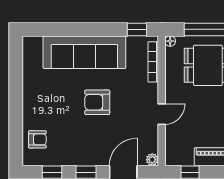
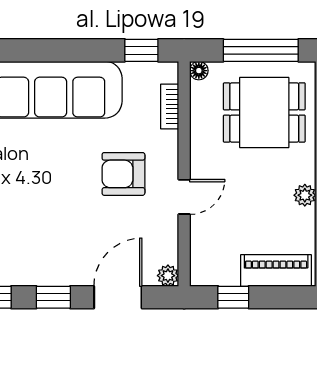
bookcase: (153, 62) -> (170, 107), width x0.64
armchair: (97, 102) -> (123, 174), moved

